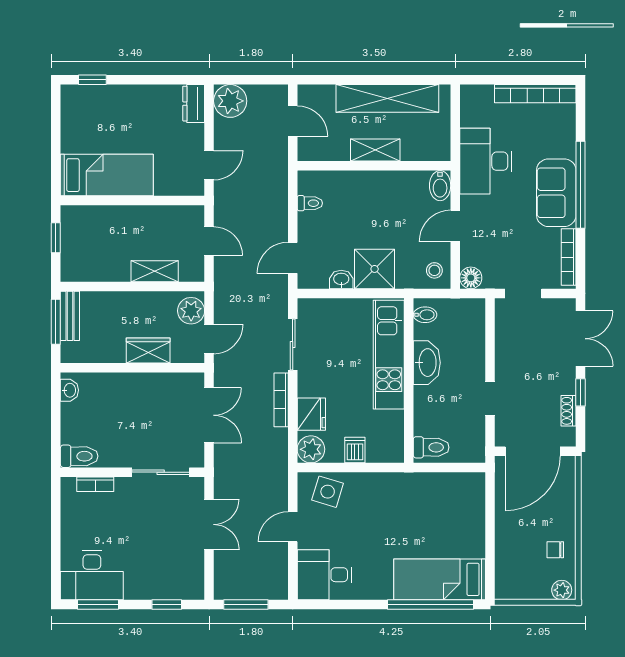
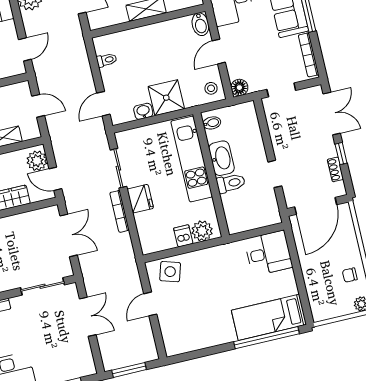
door: (209, 339) -> (55, 179), swing flipped
fridge: (311, 414) -> (140, 199), moved
toilet: (431, 447) -> (231, 183), moved
plant: (311, 449) -> (202, 231), moved
desk: (324, 575) -> (268, 253), moved, turned 180

